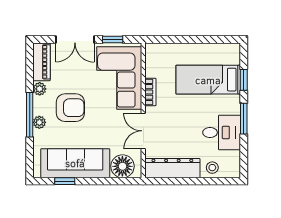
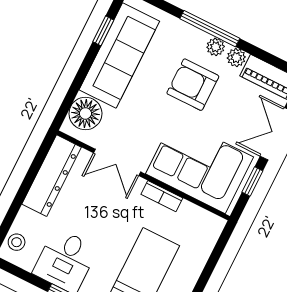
armchair: (70, 108) -> (193, 85), turned 90
plant: (39, 122) -> (216, 47), moved
double door: (143, 131) -> (117, 162), swing flipped
stool: (212, 168) -> (17, 242), moved

